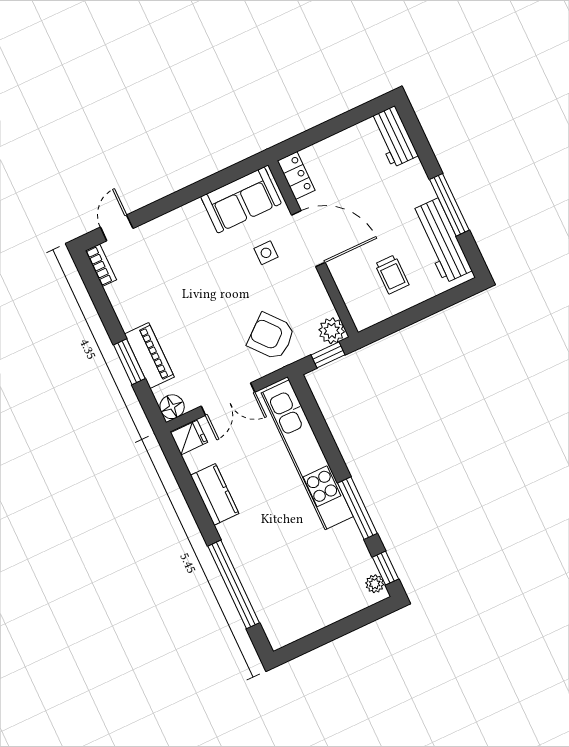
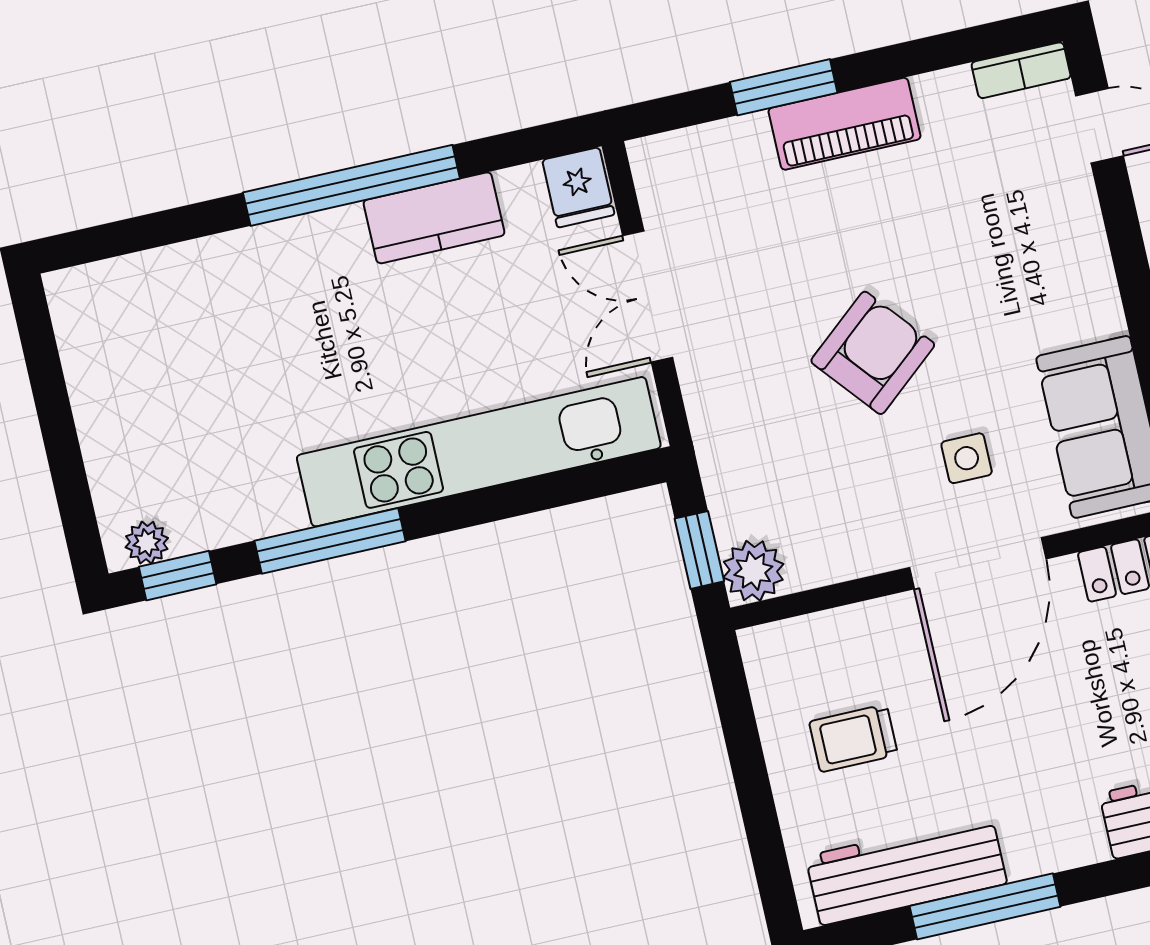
armchair: (271, 336) -> (873, 353), moved
piano: (149, 356) -> (845, 124), moved
floor lamp: (172, 407) -> (658, 163), removed
window: (234, 584) -> (351, 185), moved

